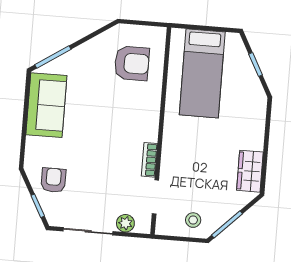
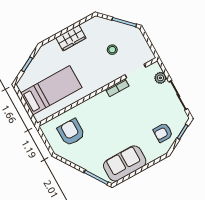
wardrobe: (250, 171) -> (71, 38), moved
stool: (193, 220) -> (112, 50), moved

